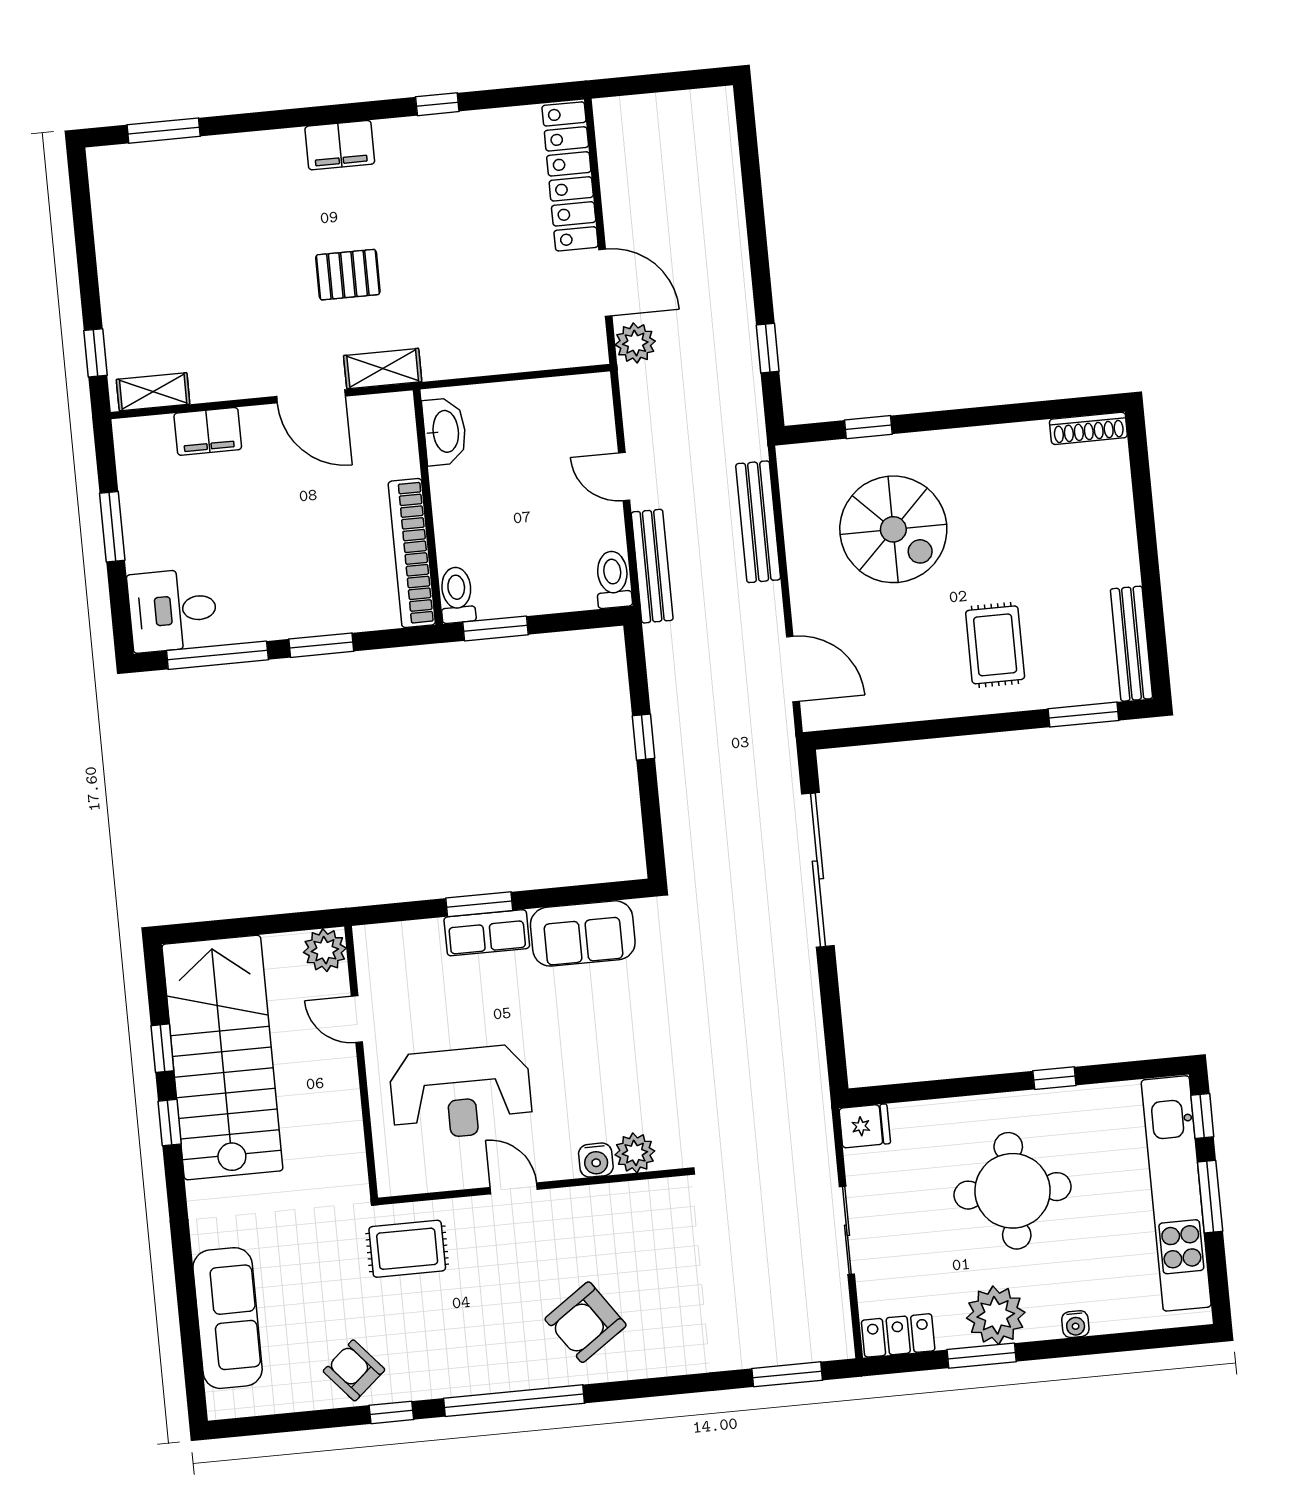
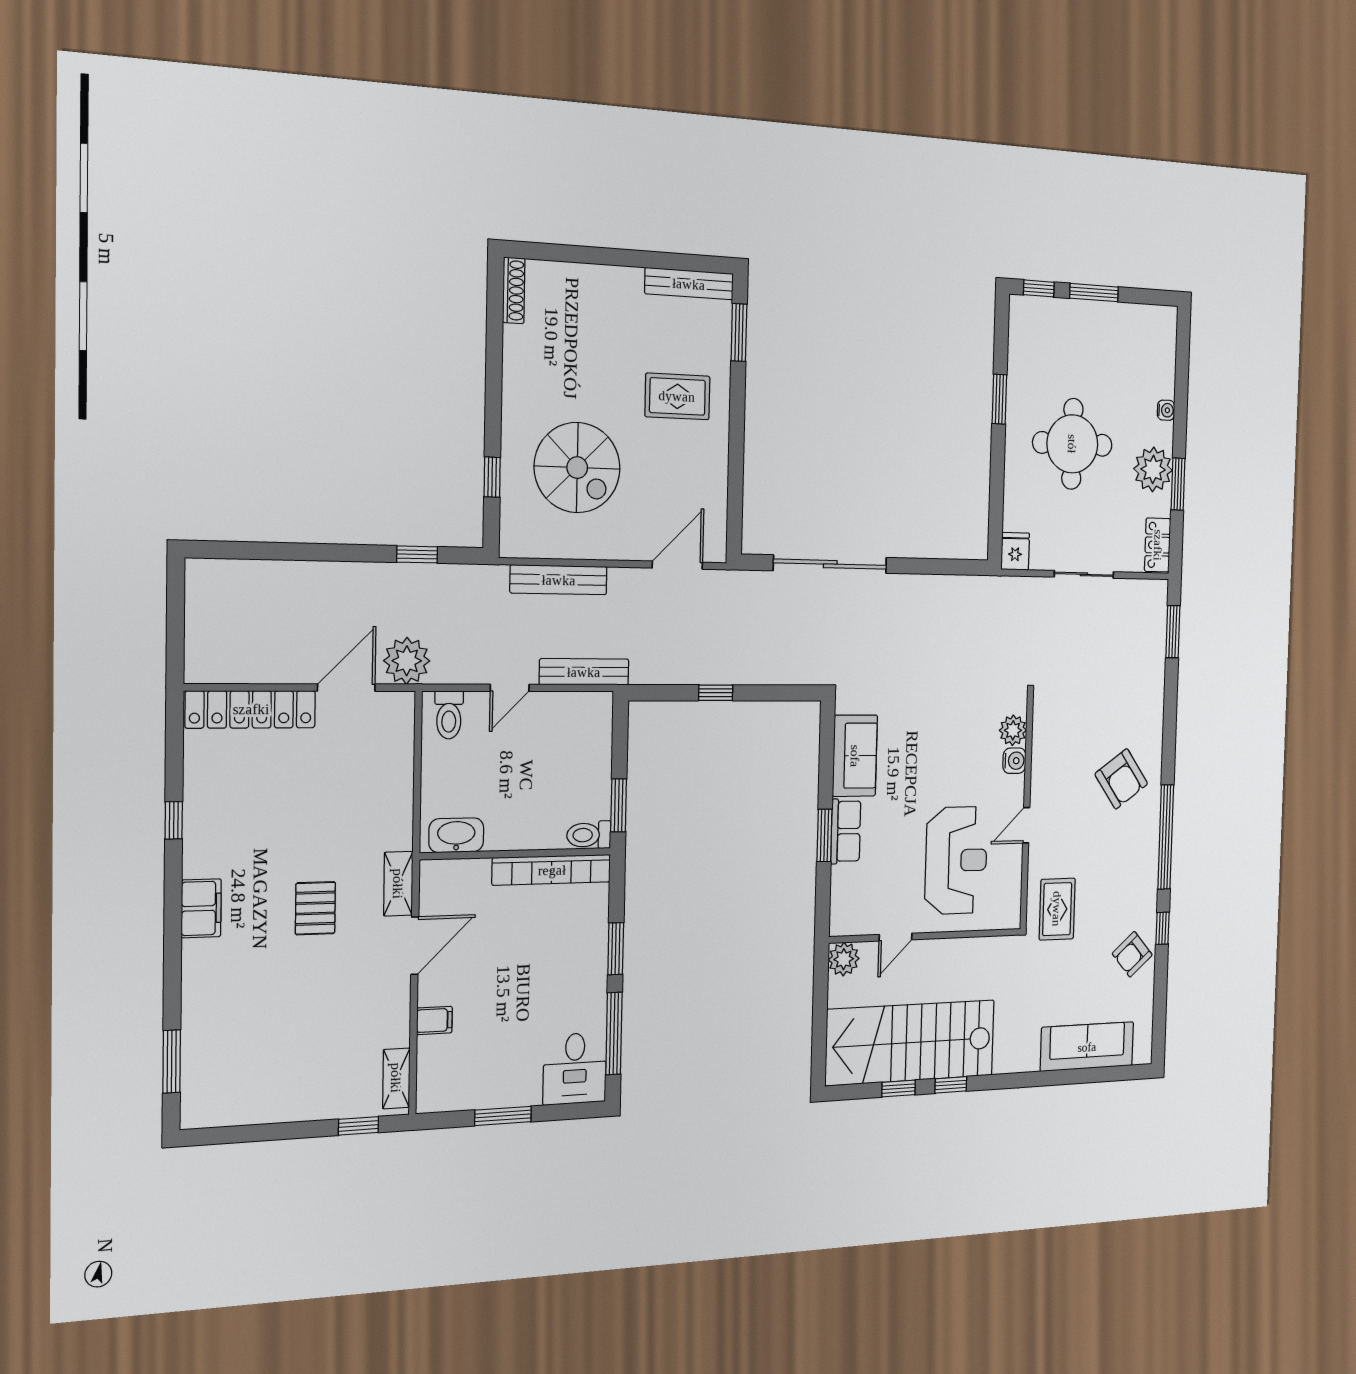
plant: (635, 343) -> (407, 661), width x1.36, depth x1.36
filing cabinet: (208, 431) -> (434, 1020), width x0.50
spiral stairs: (893, 529) -> (577, 468), turned 90
toilet: (613, 579) -> (449, 715), moved, turned -90
window: (1054, 1078) -> (999, 399), width x1.50
kitchen unit: (1176, 1193) -> (1089, 318), removed

